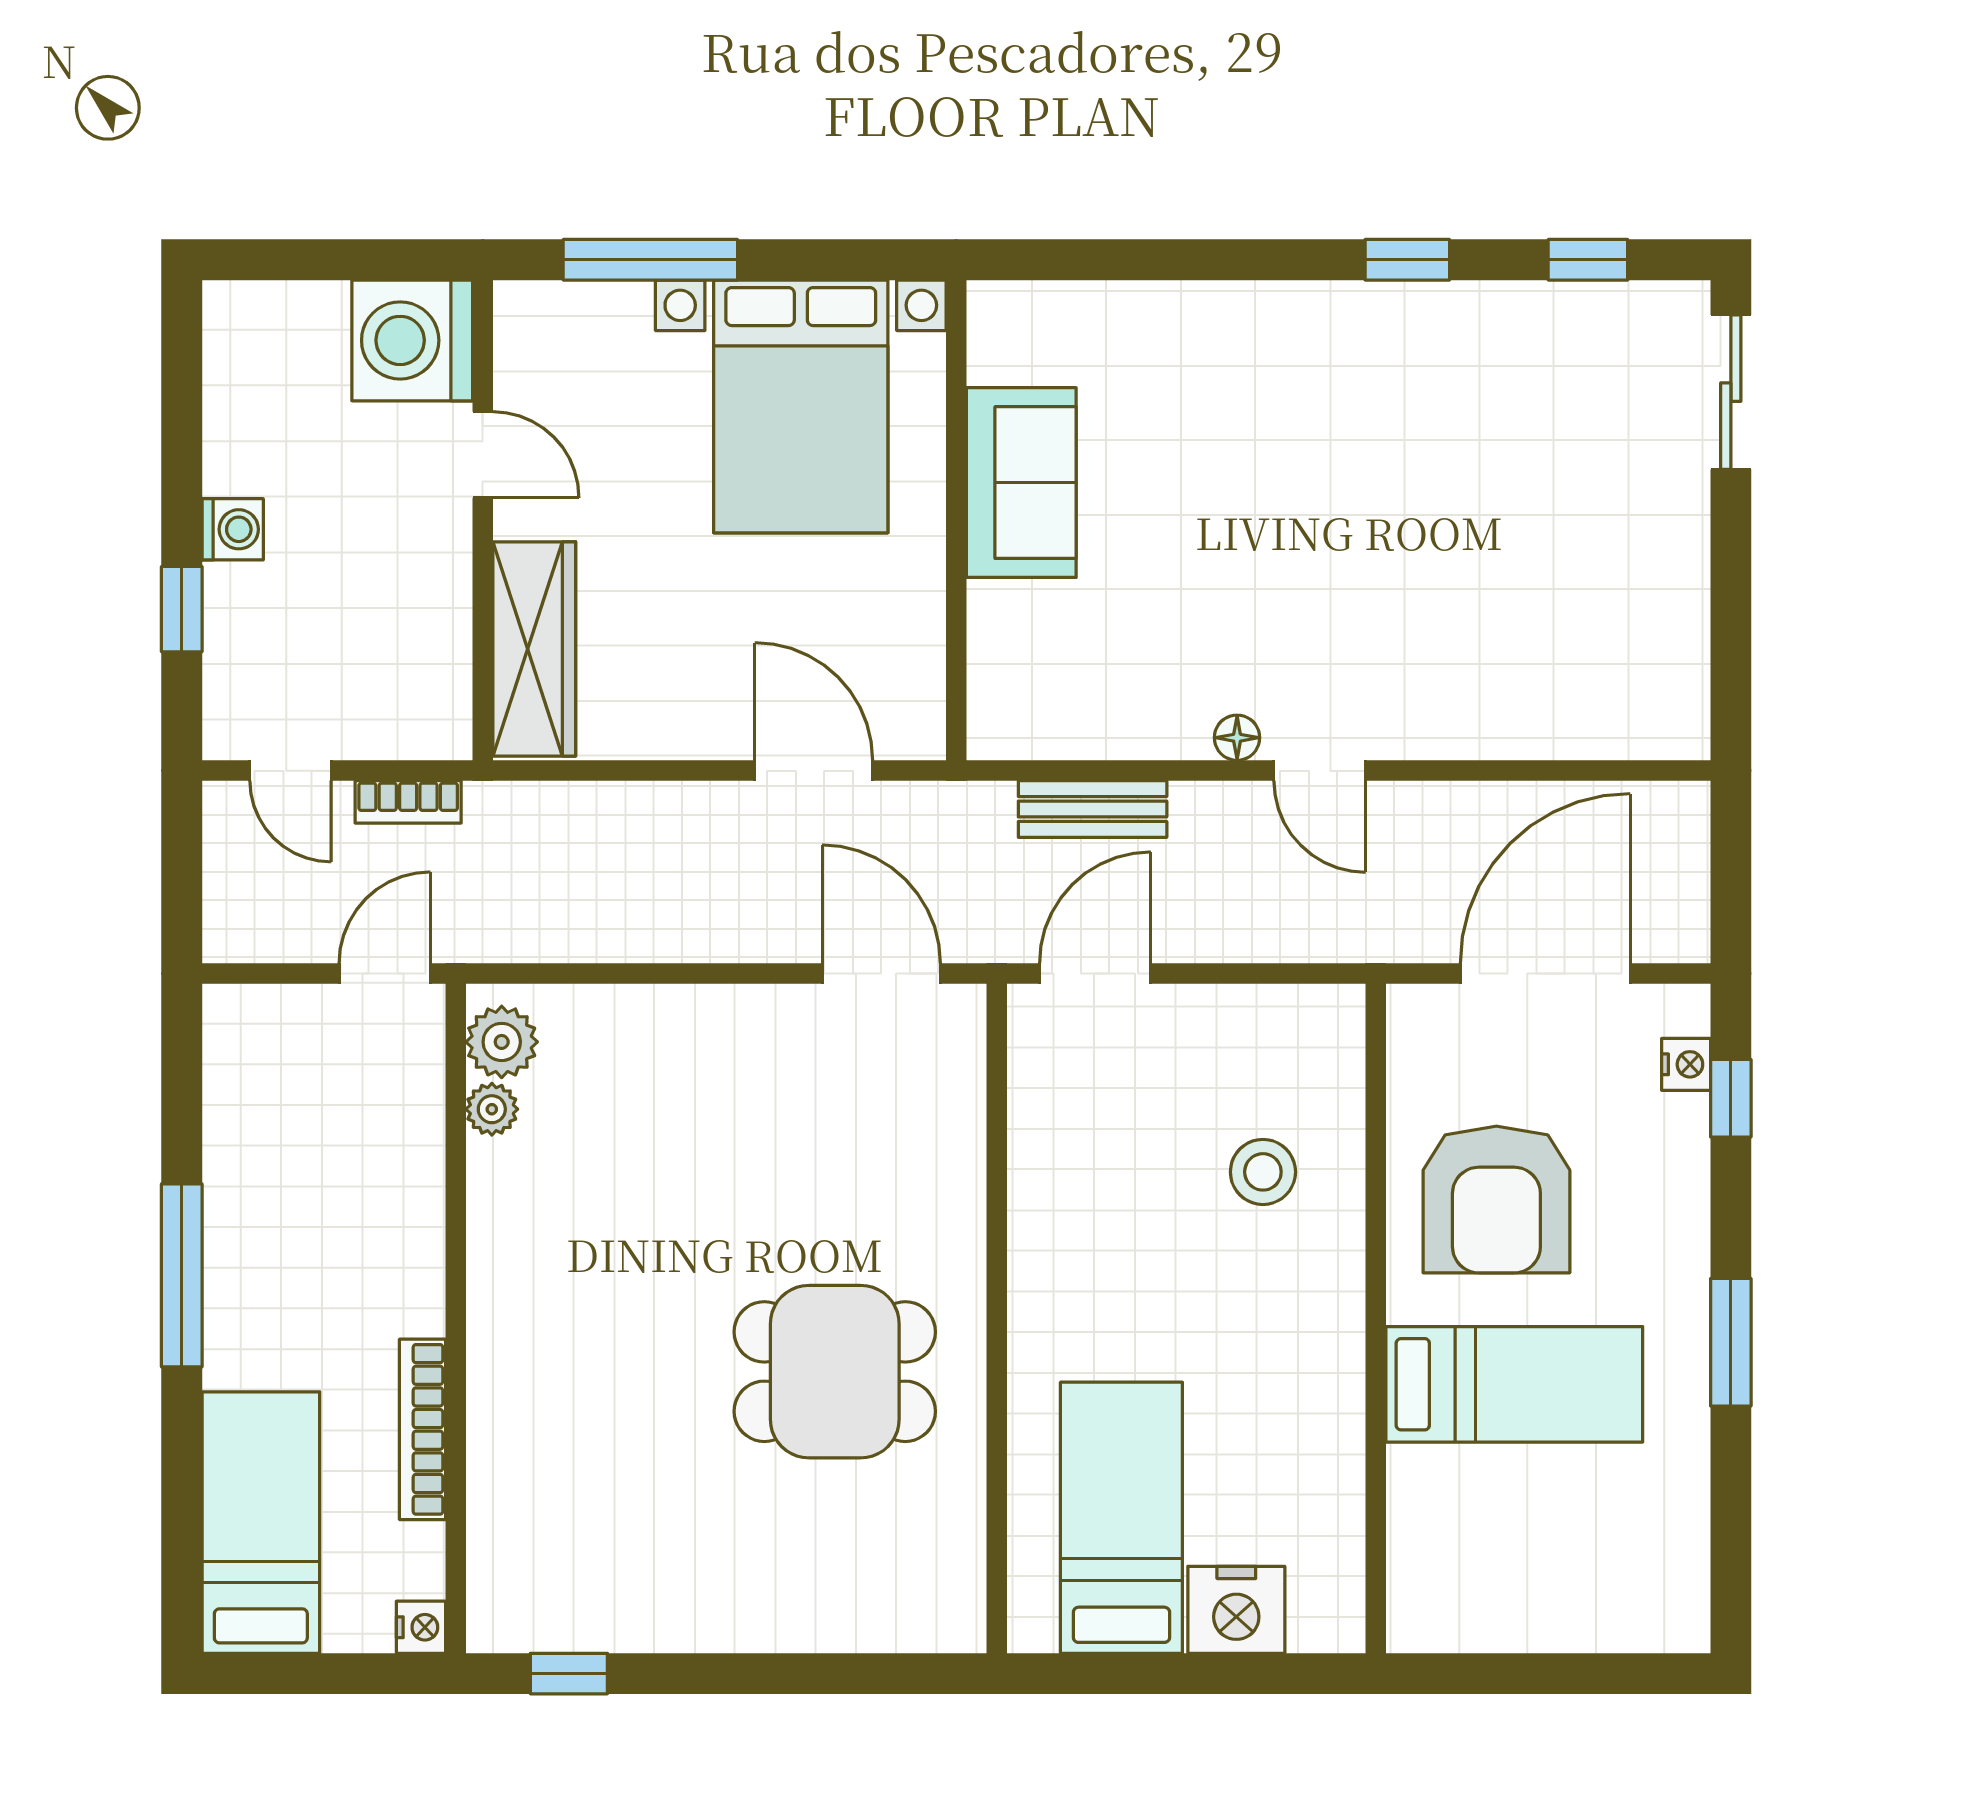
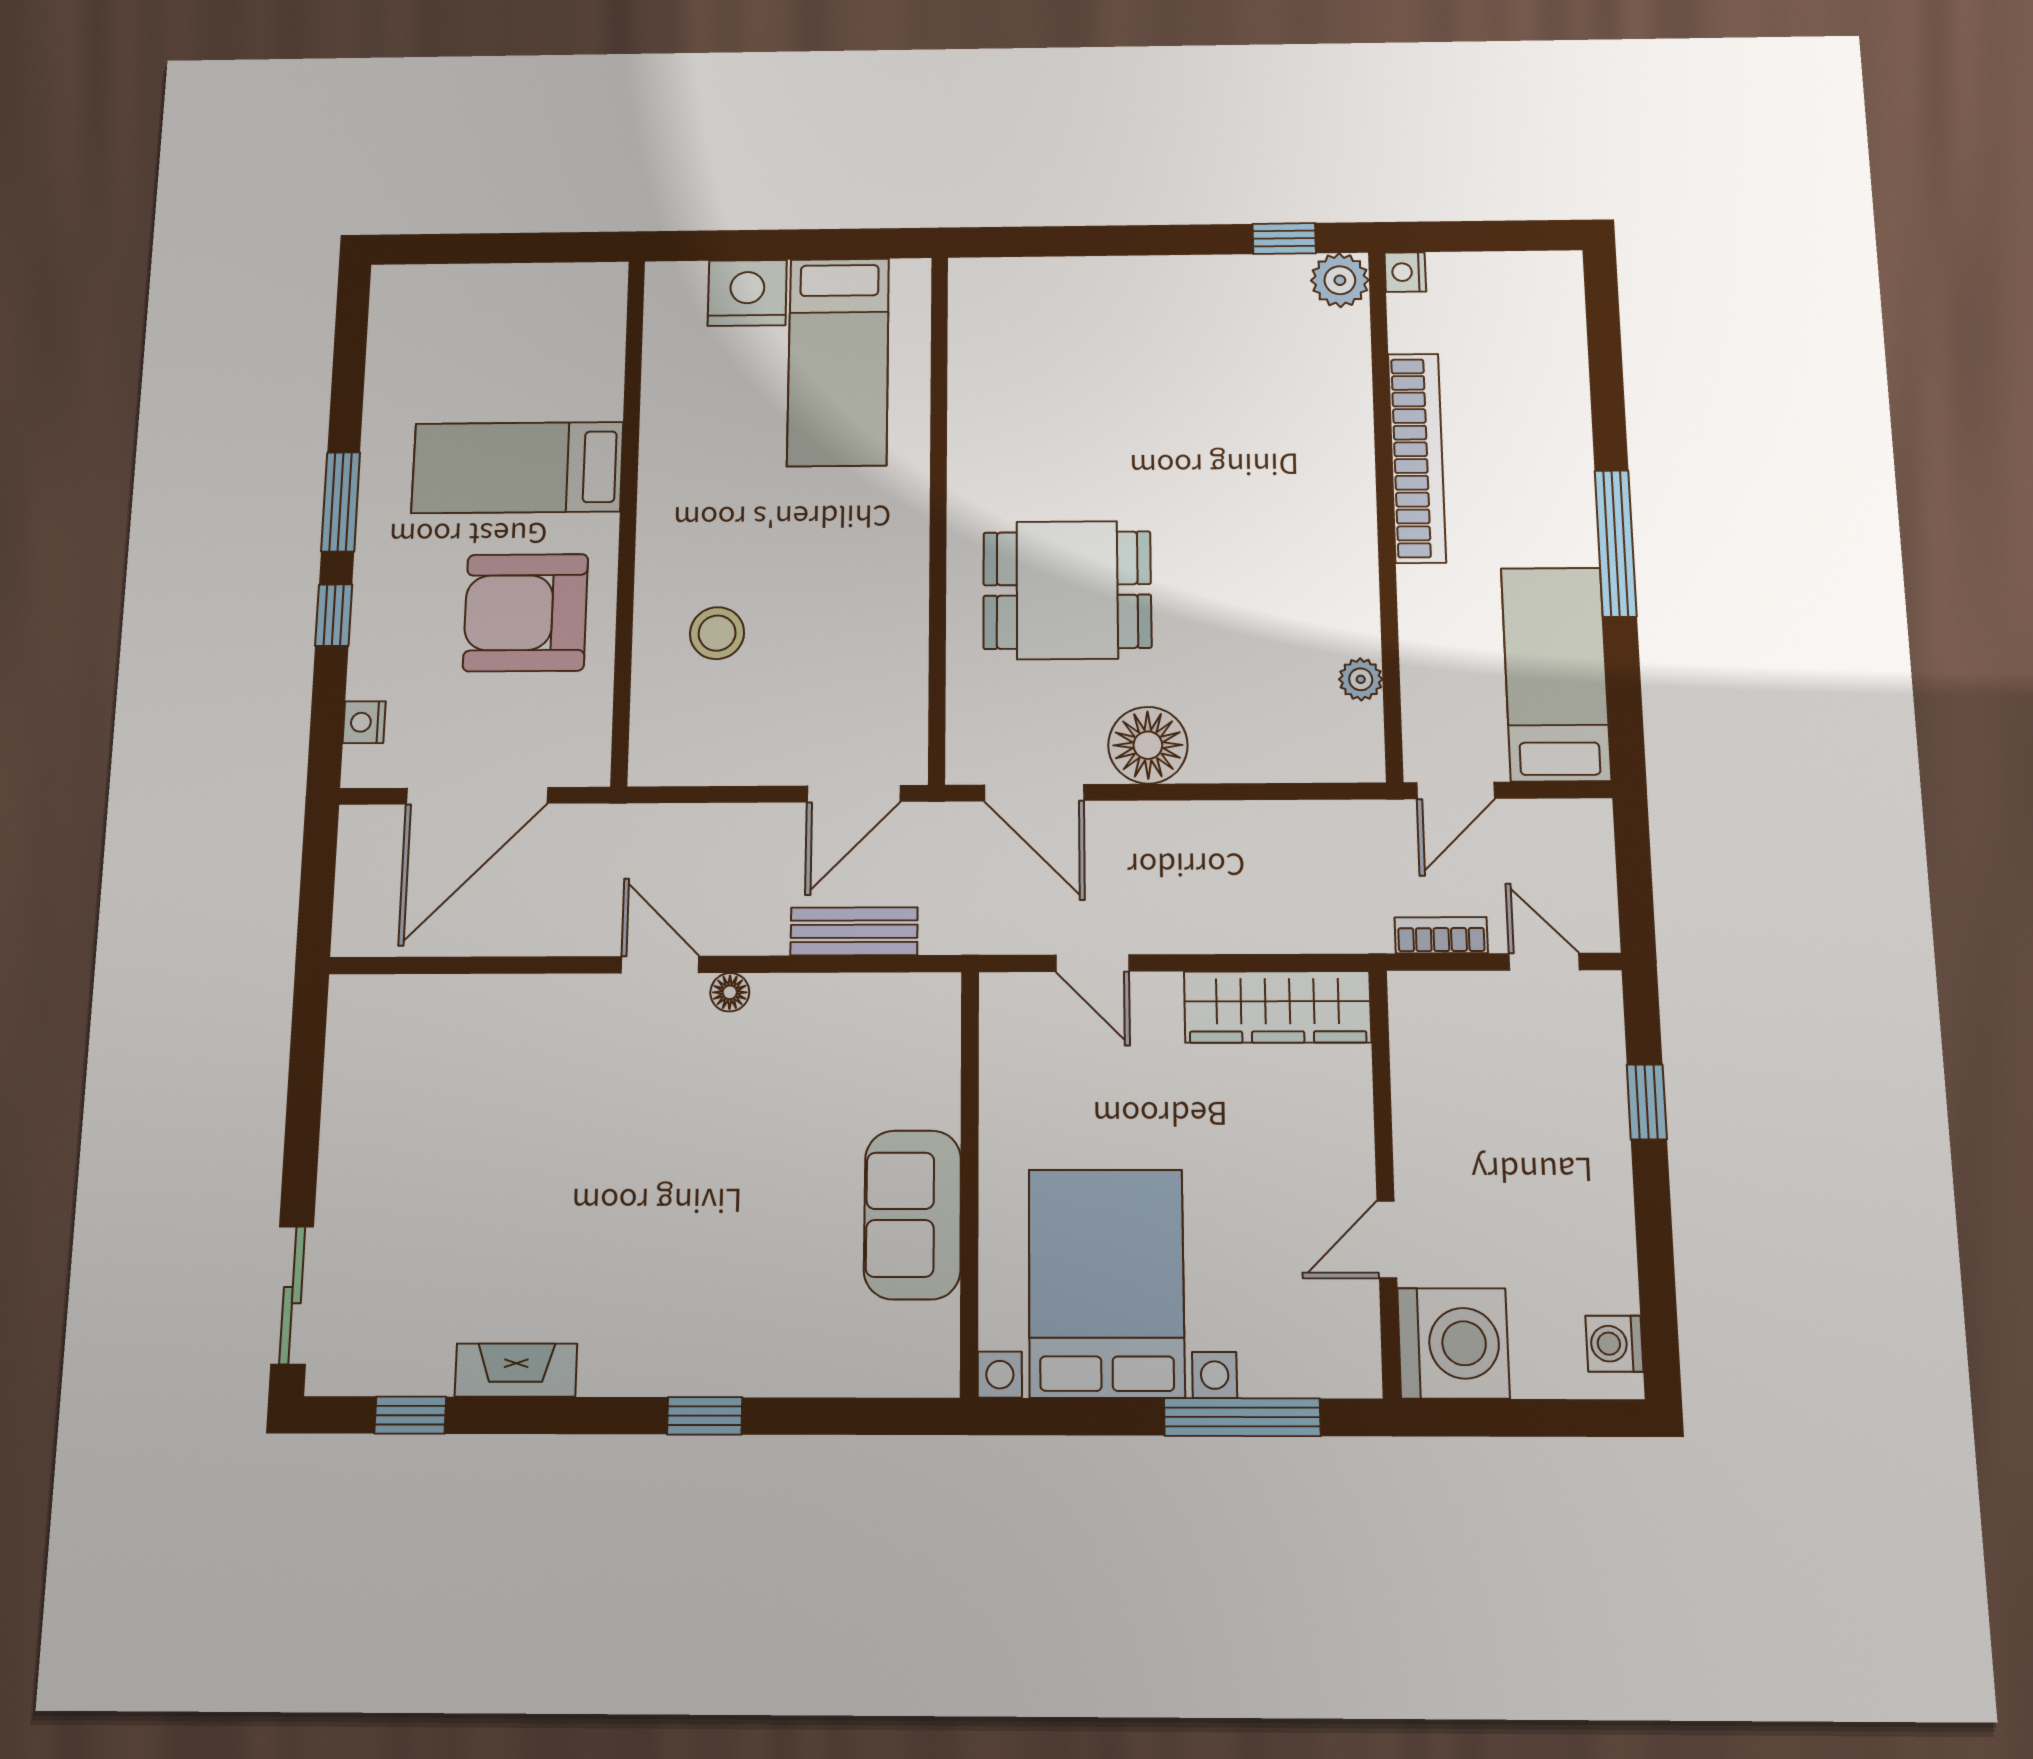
window: (1407, 260) -> (705, 1416), moved
fireplace: (1470, 309) -> (516, 1370), added
door: (483, 455) -> (1387, 1239), hinge flipped
washing machine: (233, 529) -> (1614, 1344), moved
wardrobe: (534, 649) -> (1277, 1007), moved, turned -90
door: (814, 771) -> (1092, 963), width x0.73
floor lamp: (746, 1030) -> (1148, 745), added
plant: (502, 1042) -> (1340, 280), moved
window: (1731, 1098) -> (334, 615), moved
armchair: (1496, 1199) -> (526, 613), turned -90
dining table: (835, 1372) -> (1067, 590), moved
bookcase: (422, 1429) -> (1417, 458), width x1.48, depth x1.31
bed: (261, 1523) -> (1556, 674), moved, turned 180

